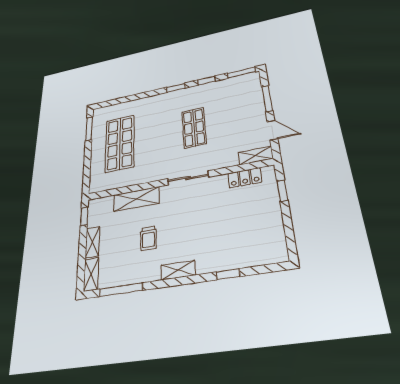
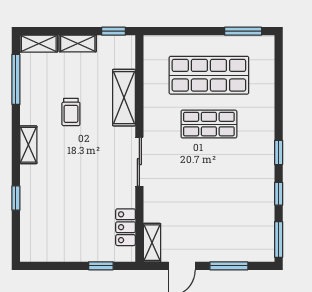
shop shelf: (194, 128) -> (209, 124), moved
trolley: (148, 238) -> (71, 112), turned -90

